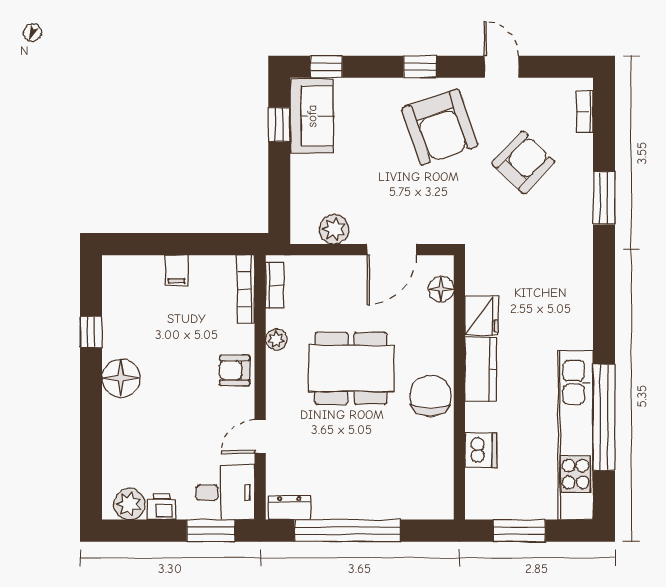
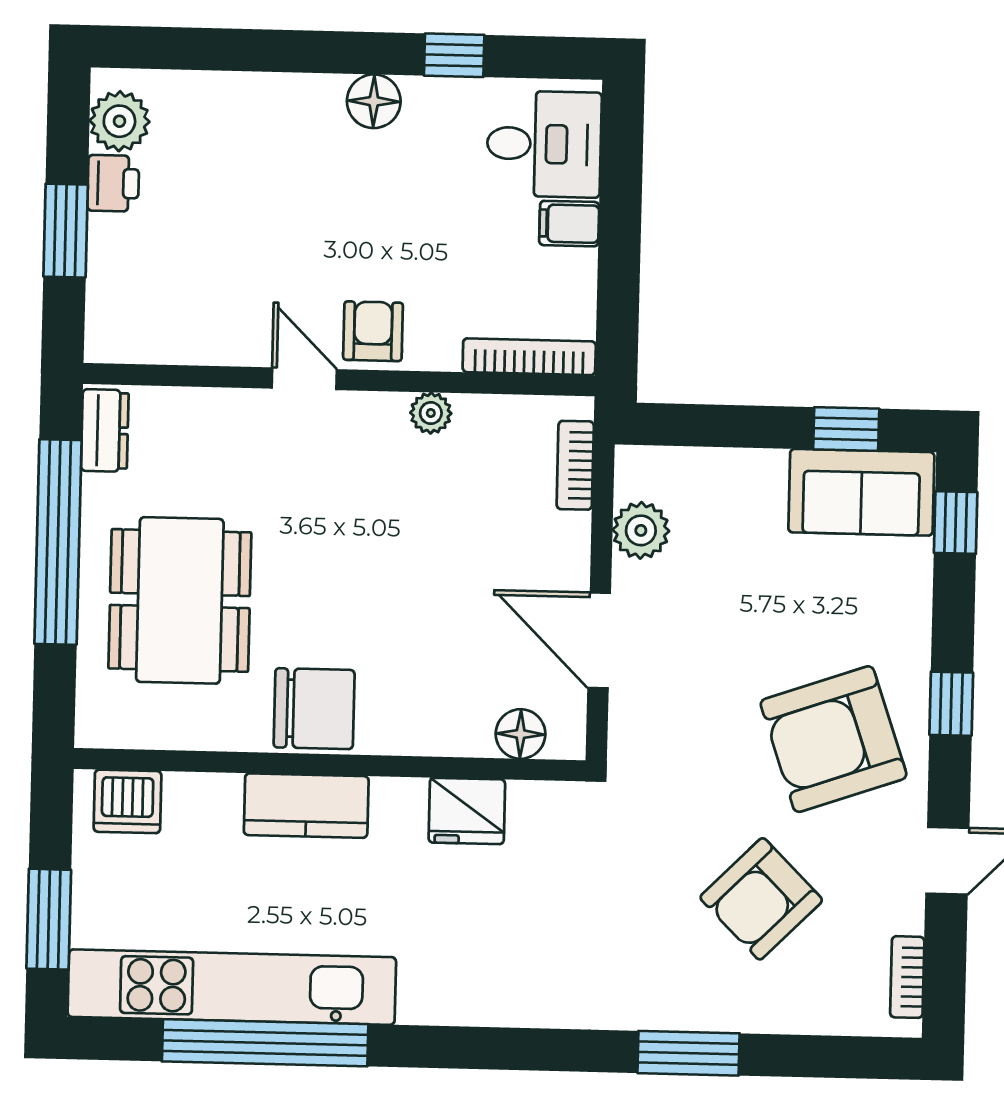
bookcase: (585, 112) -> (907, 977), moved, turned -90
armchair: (523, 162) -> (761, 899), turned 91
bookcase: (275, 285) -> (575, 465), moved, turned 90
dining table: (351, 368) -> (180, 600), moved
kitchen counter: (481, 369) -> (306, 806), moved
floor lamp: (121, 378) -> (374, 101), width x0.73, depth x0.73
door: (260, 436) -> (304, 379), moved
dishwasher: (481, 450) -> (128, 801), moved
desk: (225, 492) -> (544, 144), moved, turned -90
window: (211, 531) -> (66, 231), moved
window: (519, 531) -> (49, 919), moved

